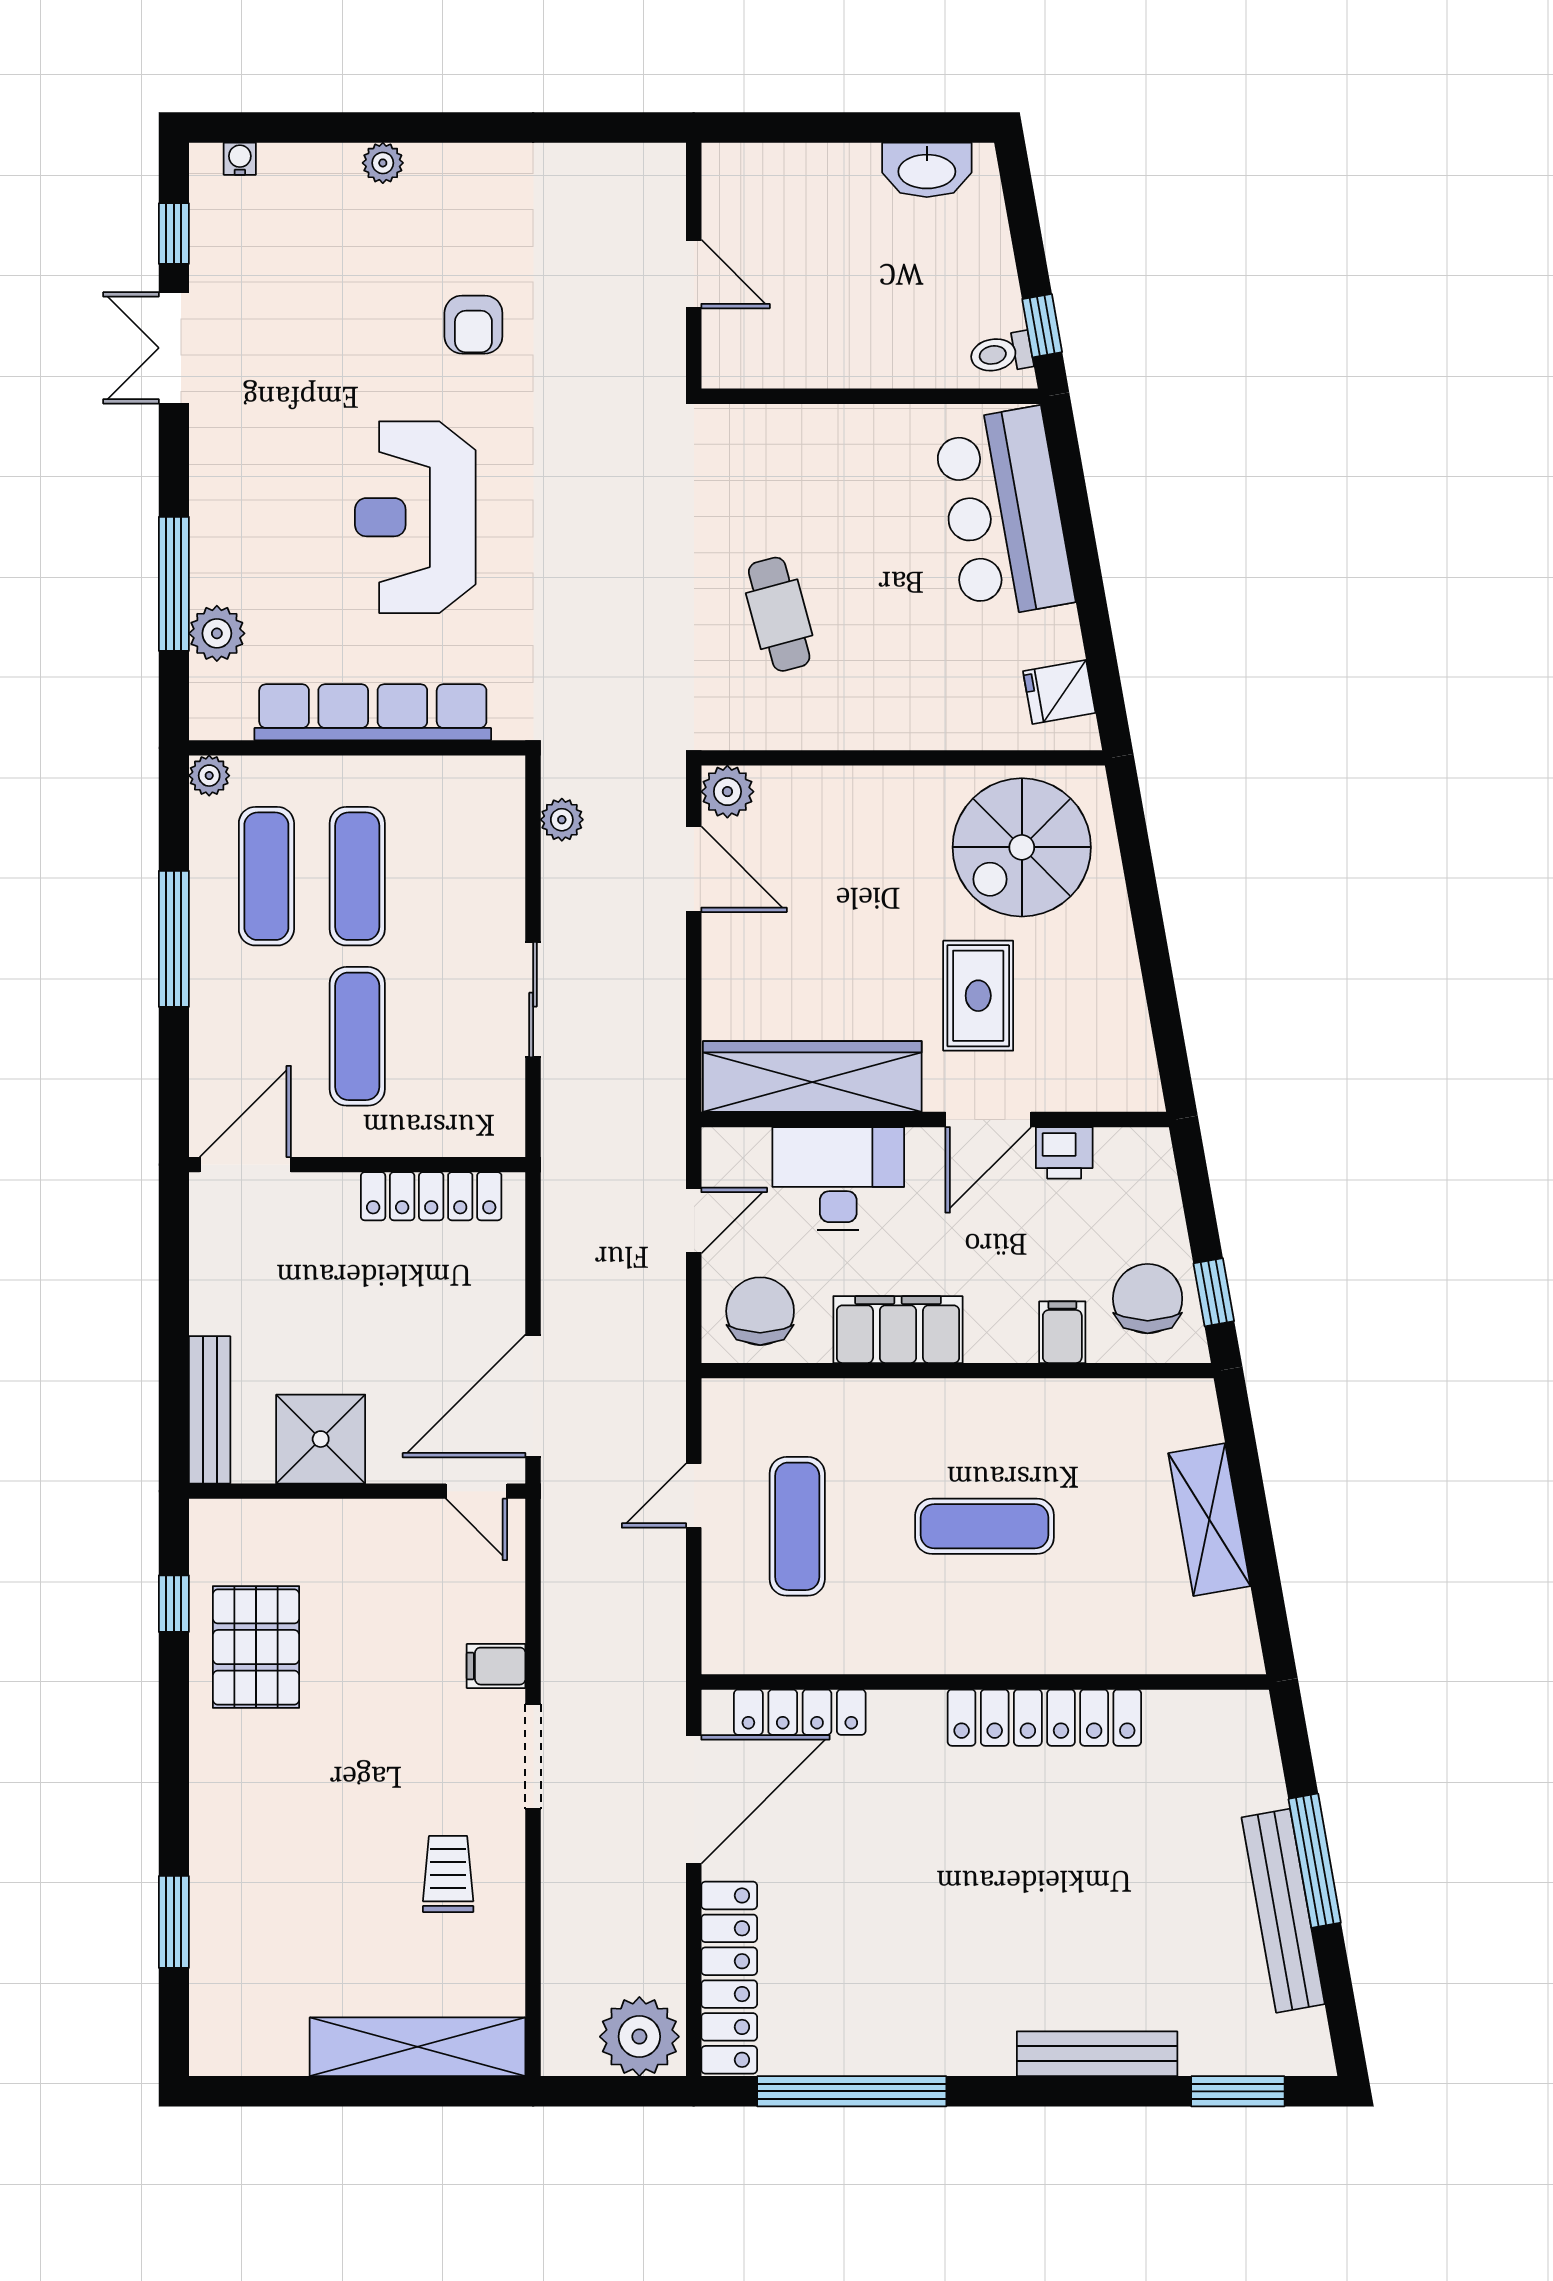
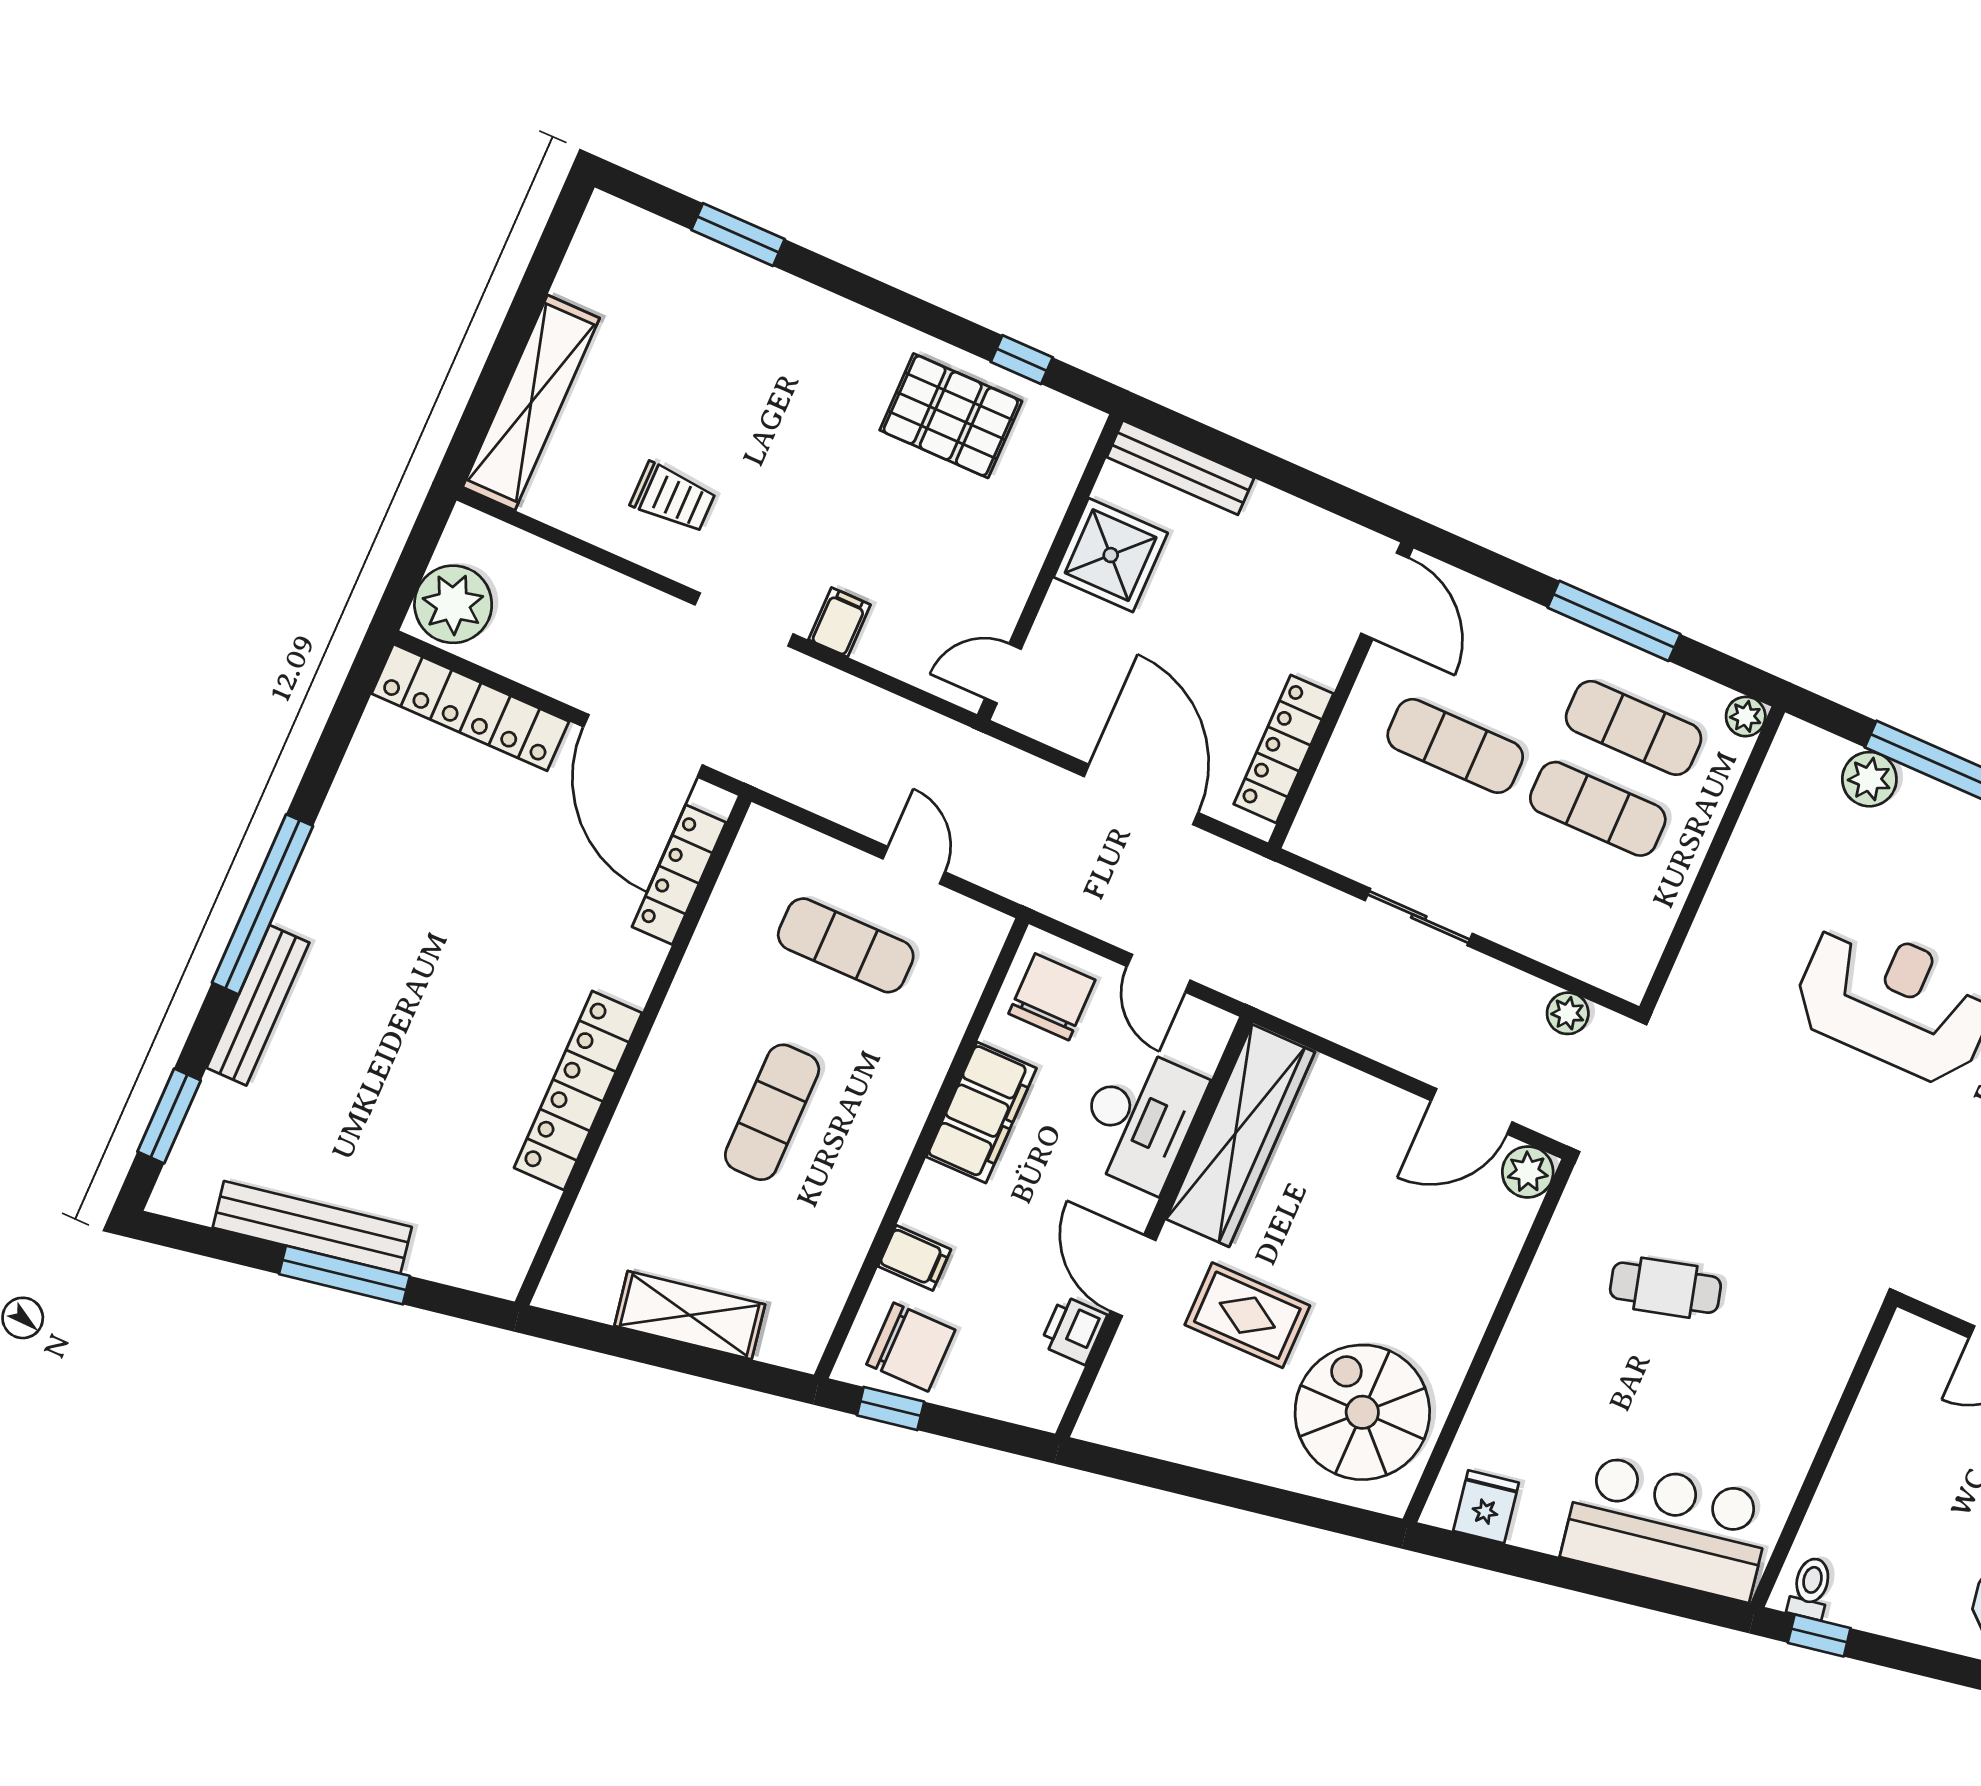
row of seats: (373, 712) -> (1738, 887), removed
chair: (760, 1311) -> (1052, 997), turned -90
door: (533, 1396) -> (1141, 794), moved
window: (852, 2091) -> (262, 904), moved

